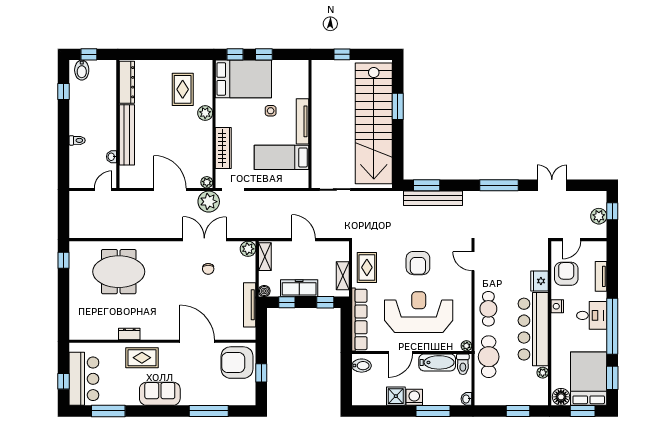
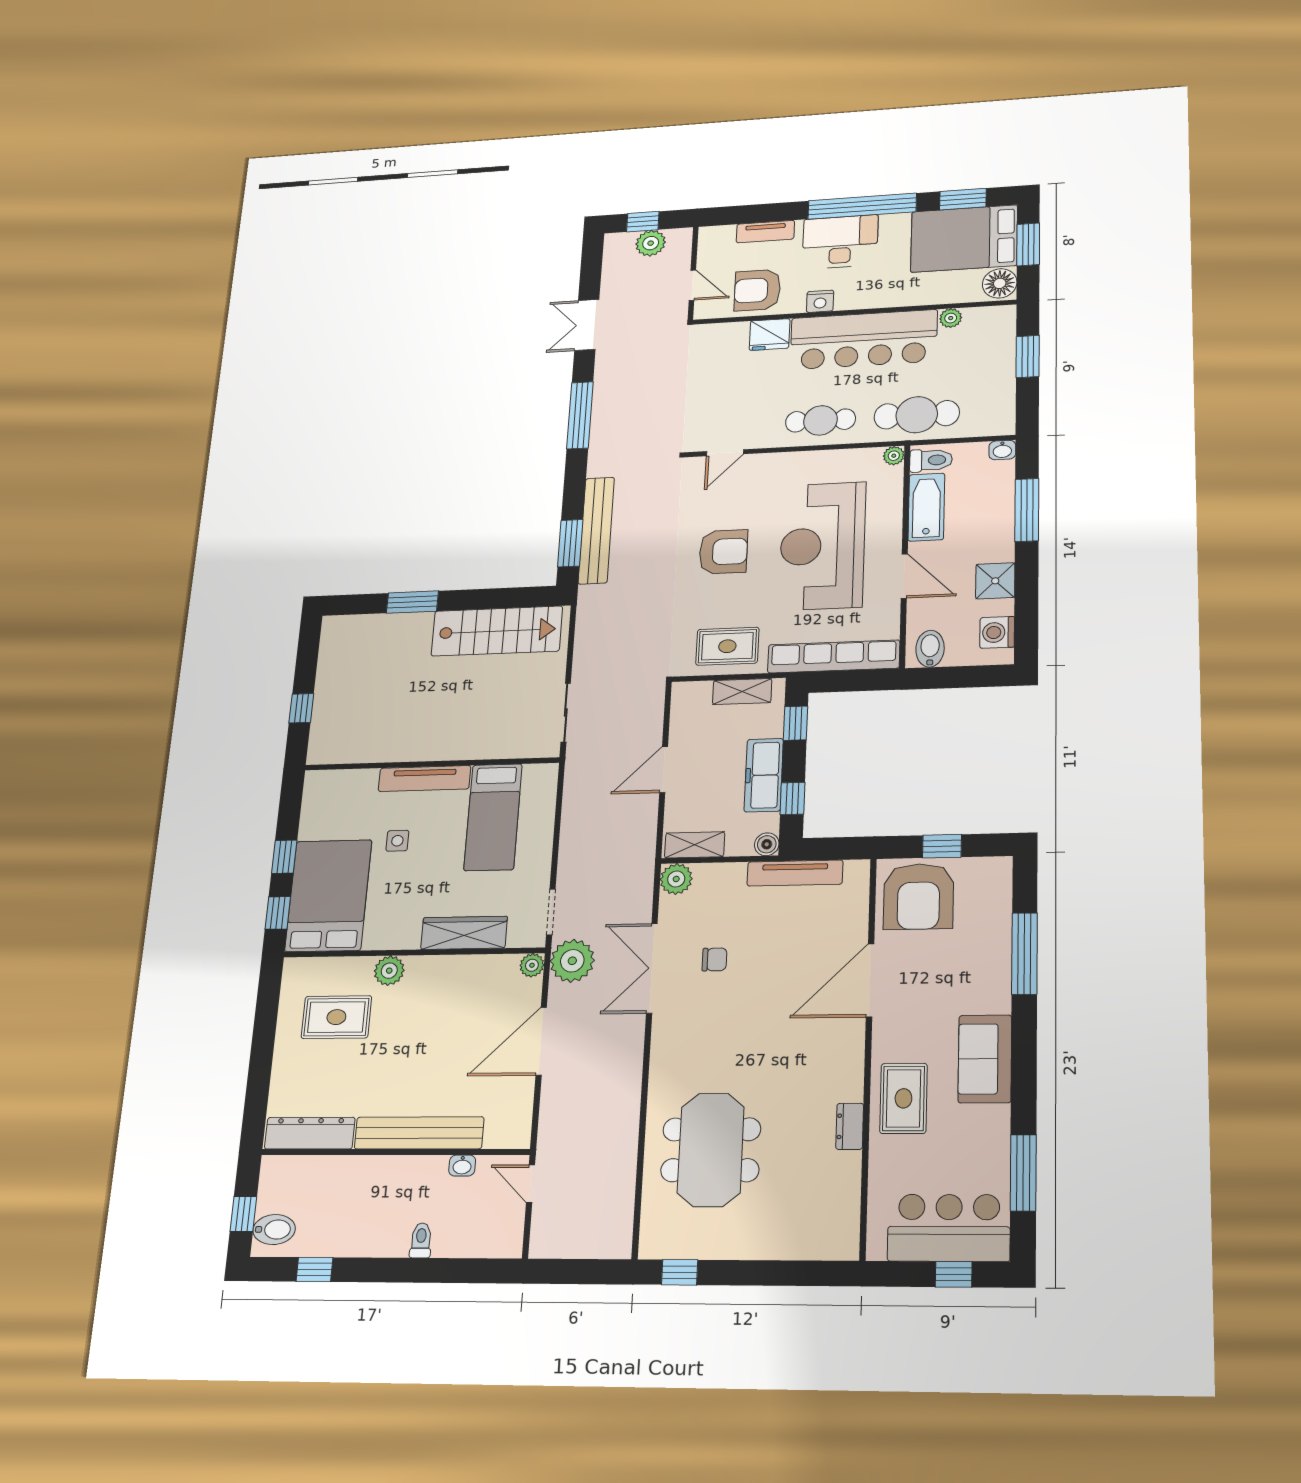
stairs: (374, 123) -> (497, 631), width x0.54, depth x0.66
desk: (592, 315) -> (840, 242), width x1.37
washing machine: (414, 397) -> (997, 632), moved

